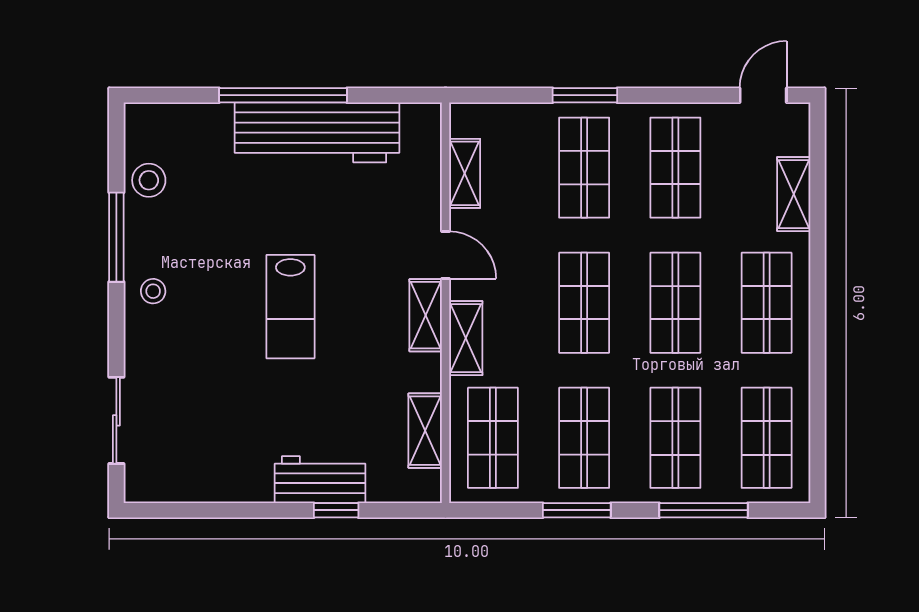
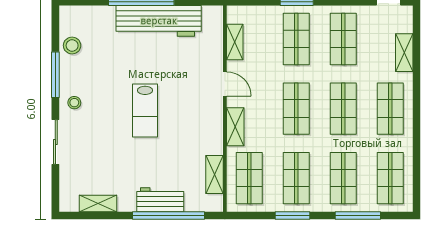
shelving: (426, 315) -> (98, 203), moved, turned 90
sliding door: (116, 420) -> (55, 142), moved
window: (336, 510) -> (169, 215), width x3.17

